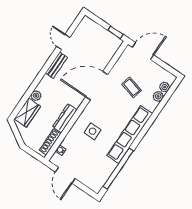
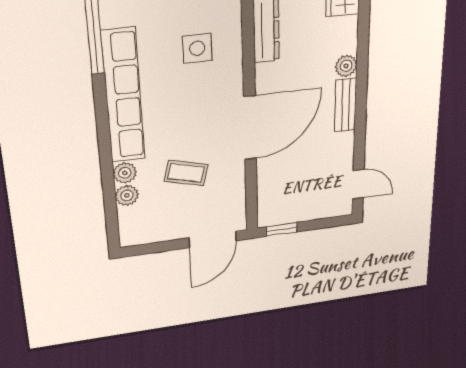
door: (63, 42) -> (358, 184), moved
plant: (165, 87) -> (125, 173), moved
plant: (36, 96) -> (346, 66), moved

